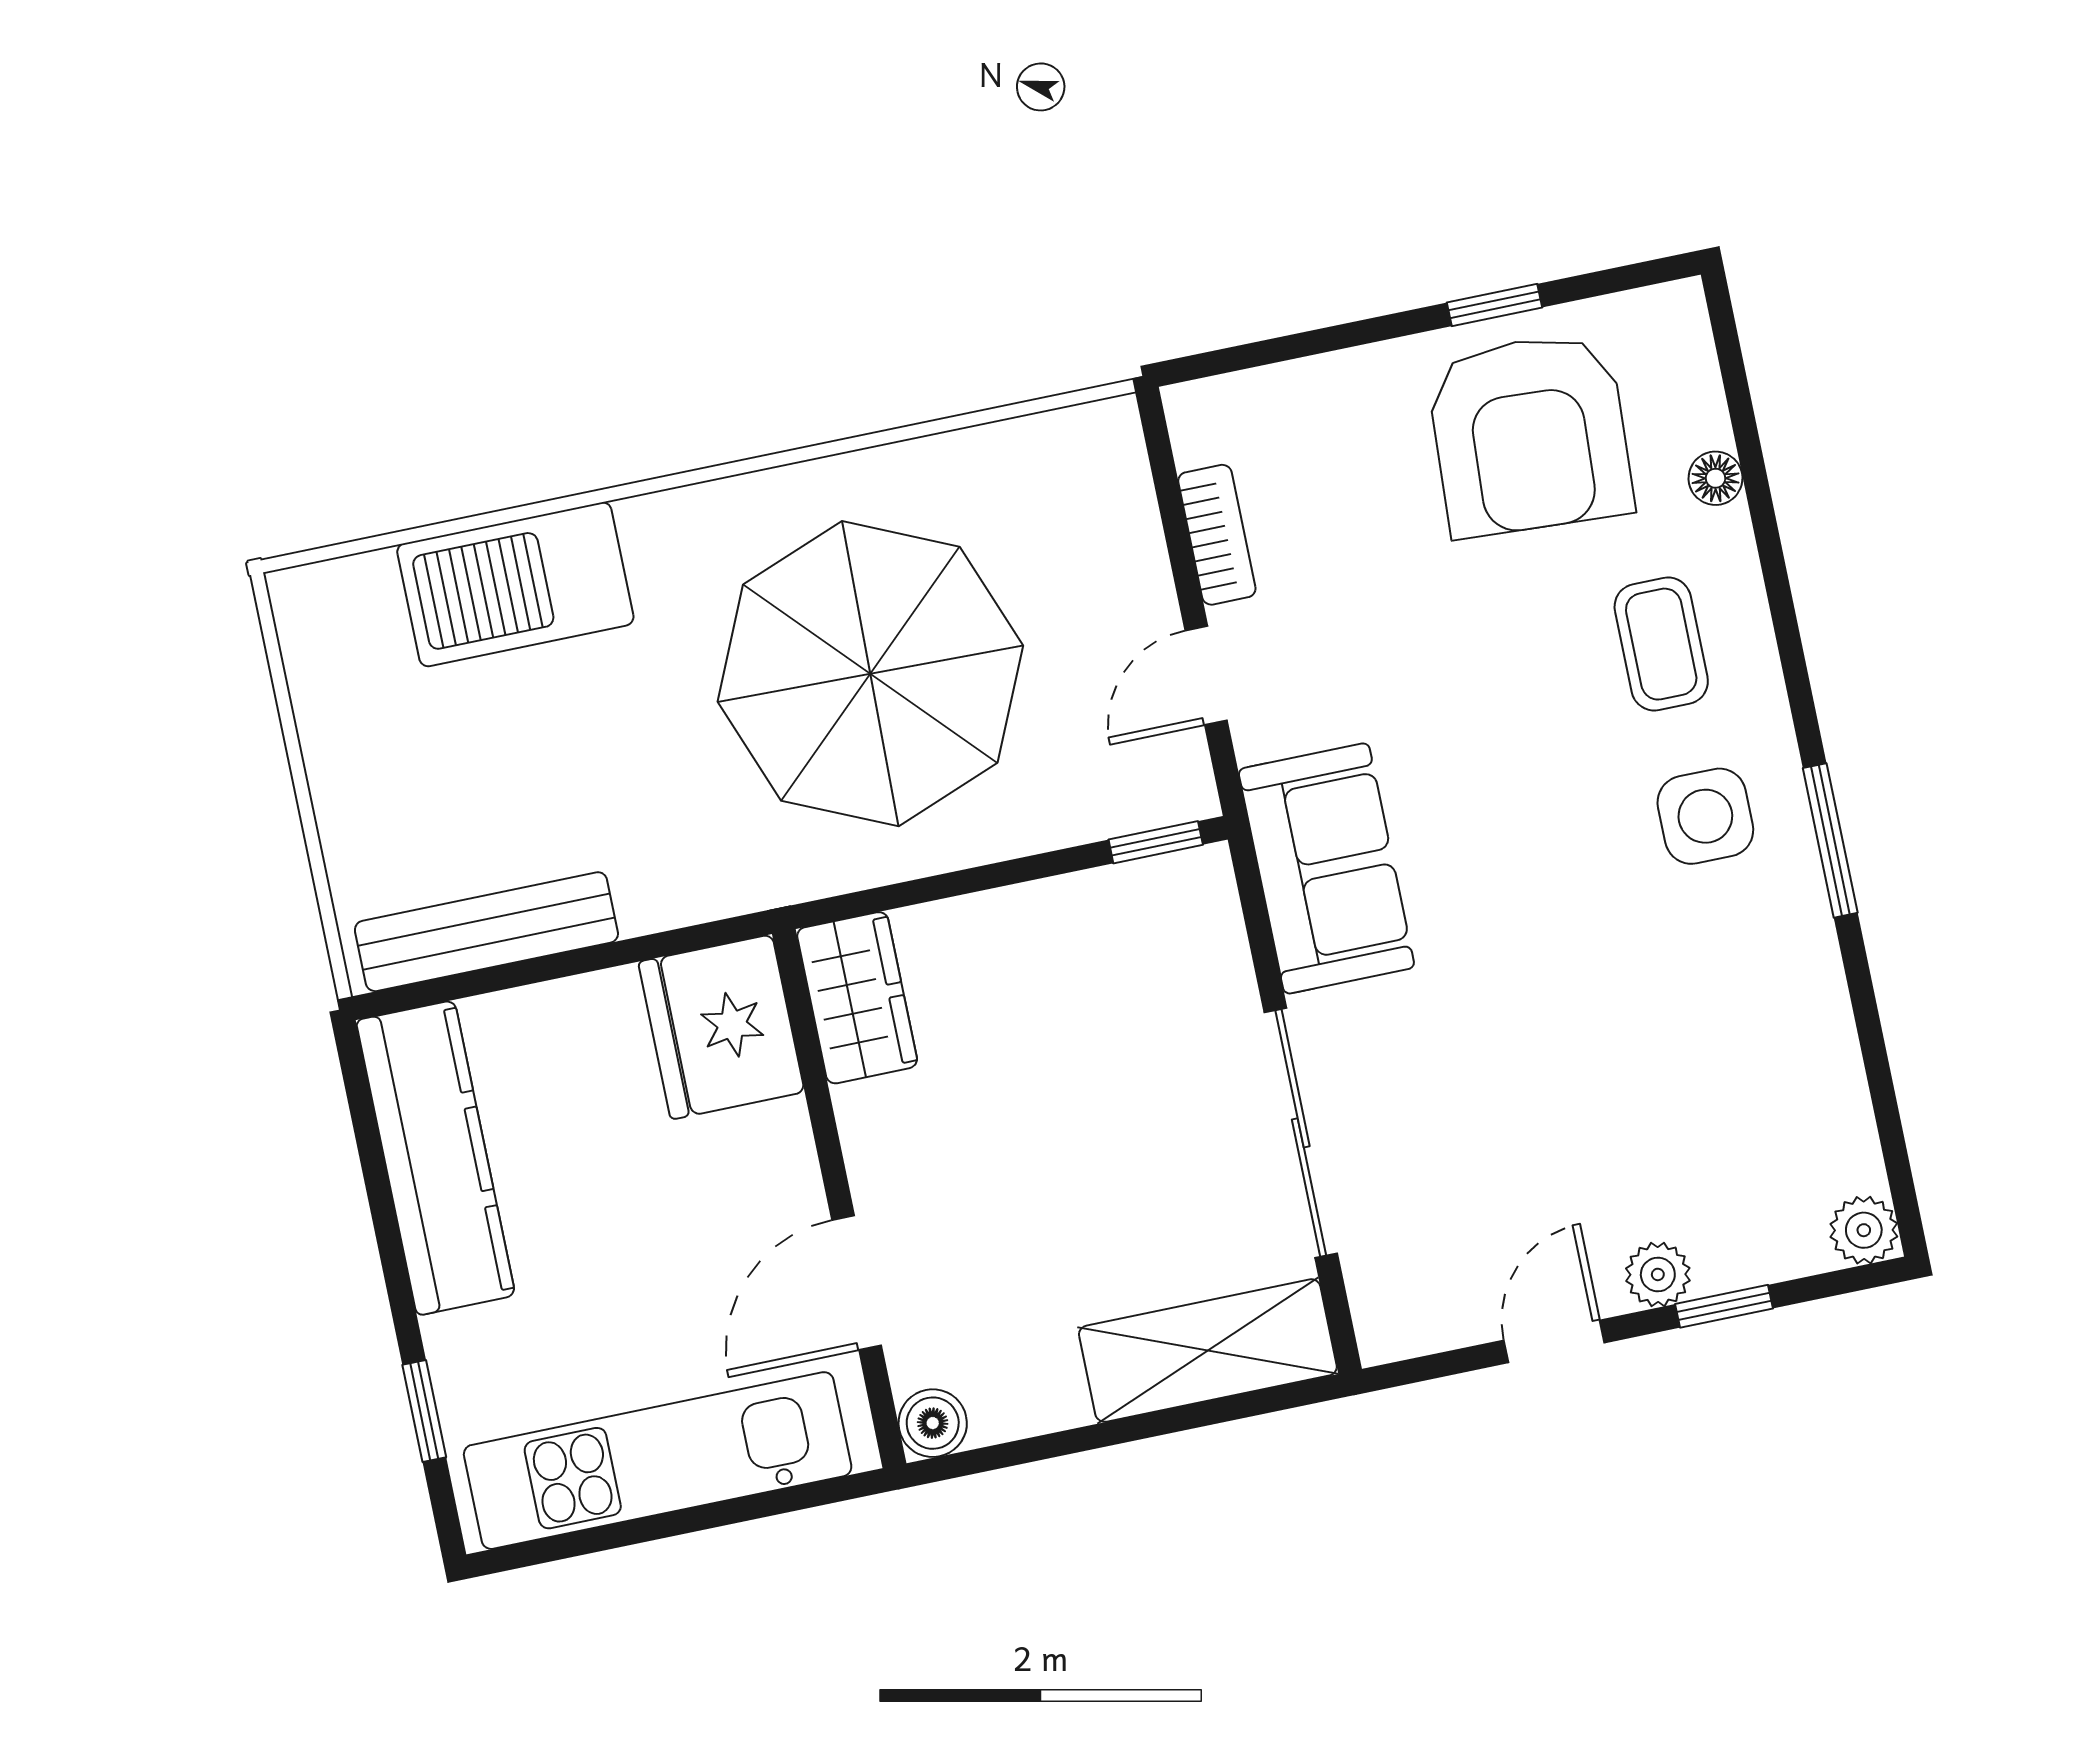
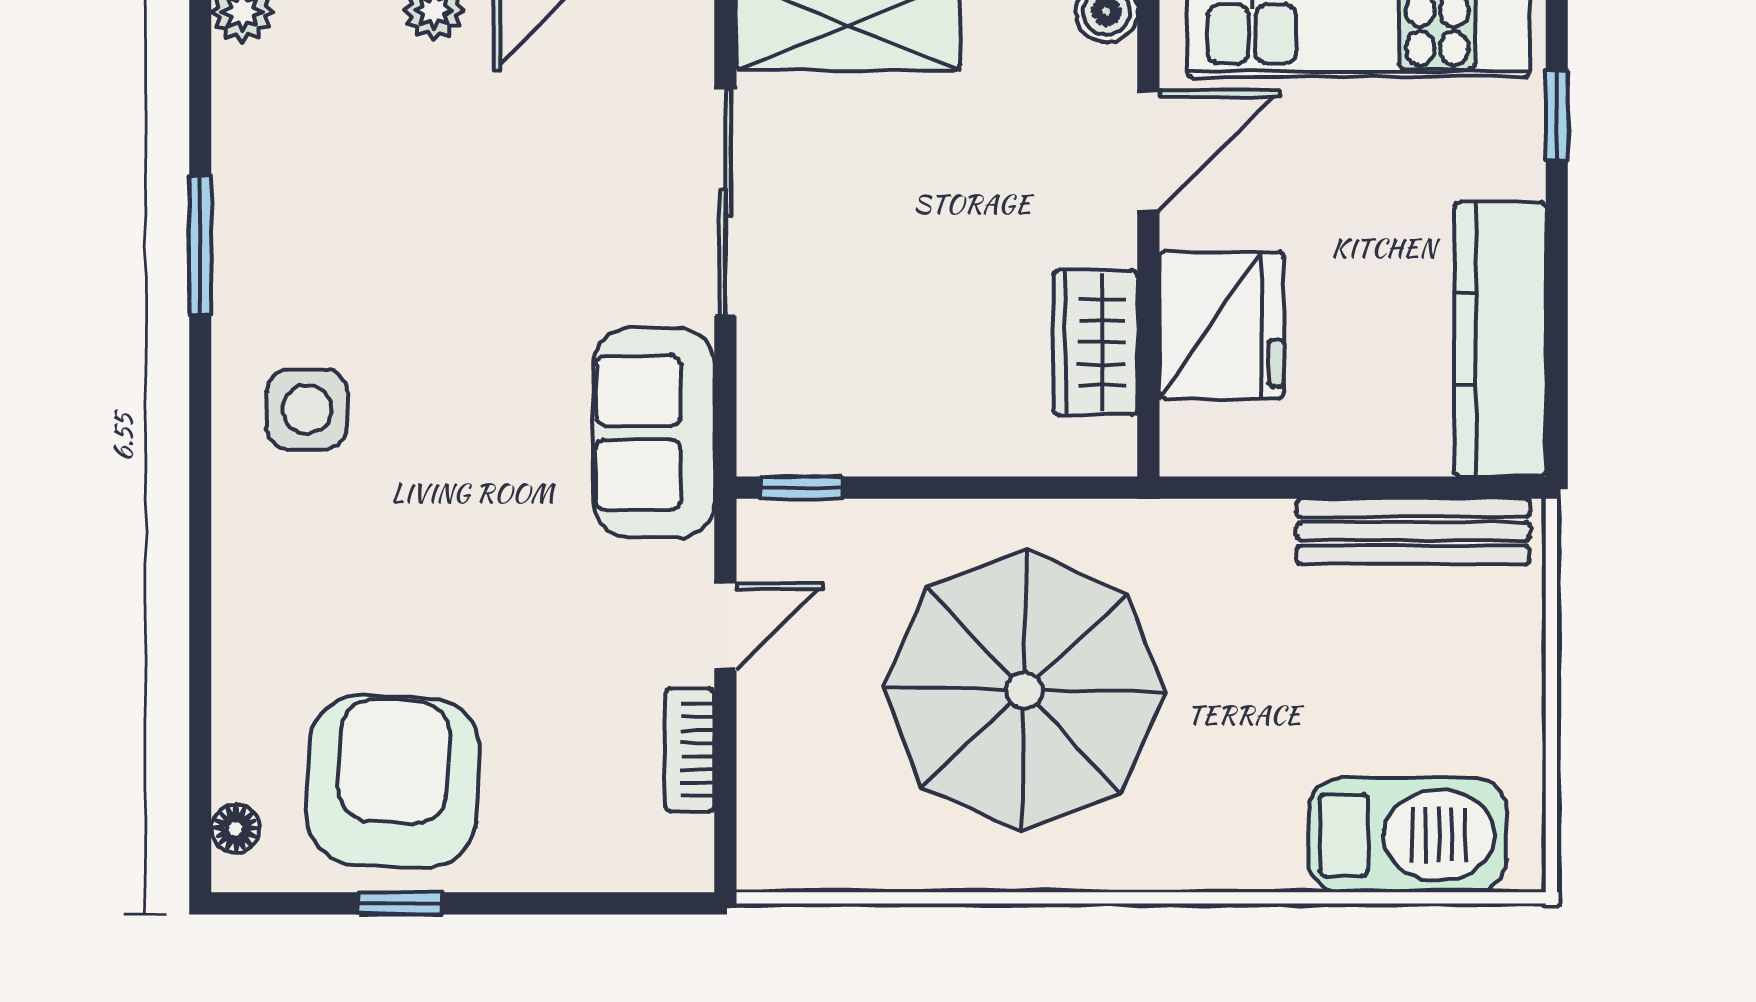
floor lamp: (1716, 478) -> (236, 829), moved
barbecue: (515, 584) -> (1407, 835), moved
coffee table: (1661, 644) -> (314, 571), removed
window: (1830, 840) -> (200, 245), moved
wardrobe: (857, 998) -> (1095, 343), moved
fridge: (721, 1027) -> (1222, 325), moved

